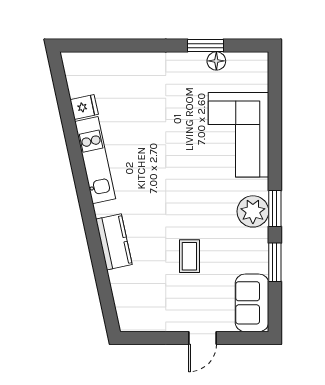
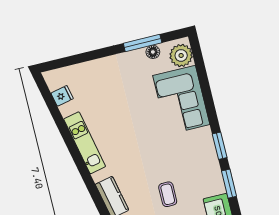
window: (205, 46) -> (143, 43), width x1.44
fridge: (84, 107) -> (62, 96), moved
plant: (253, 211) -> (181, 55), moved

